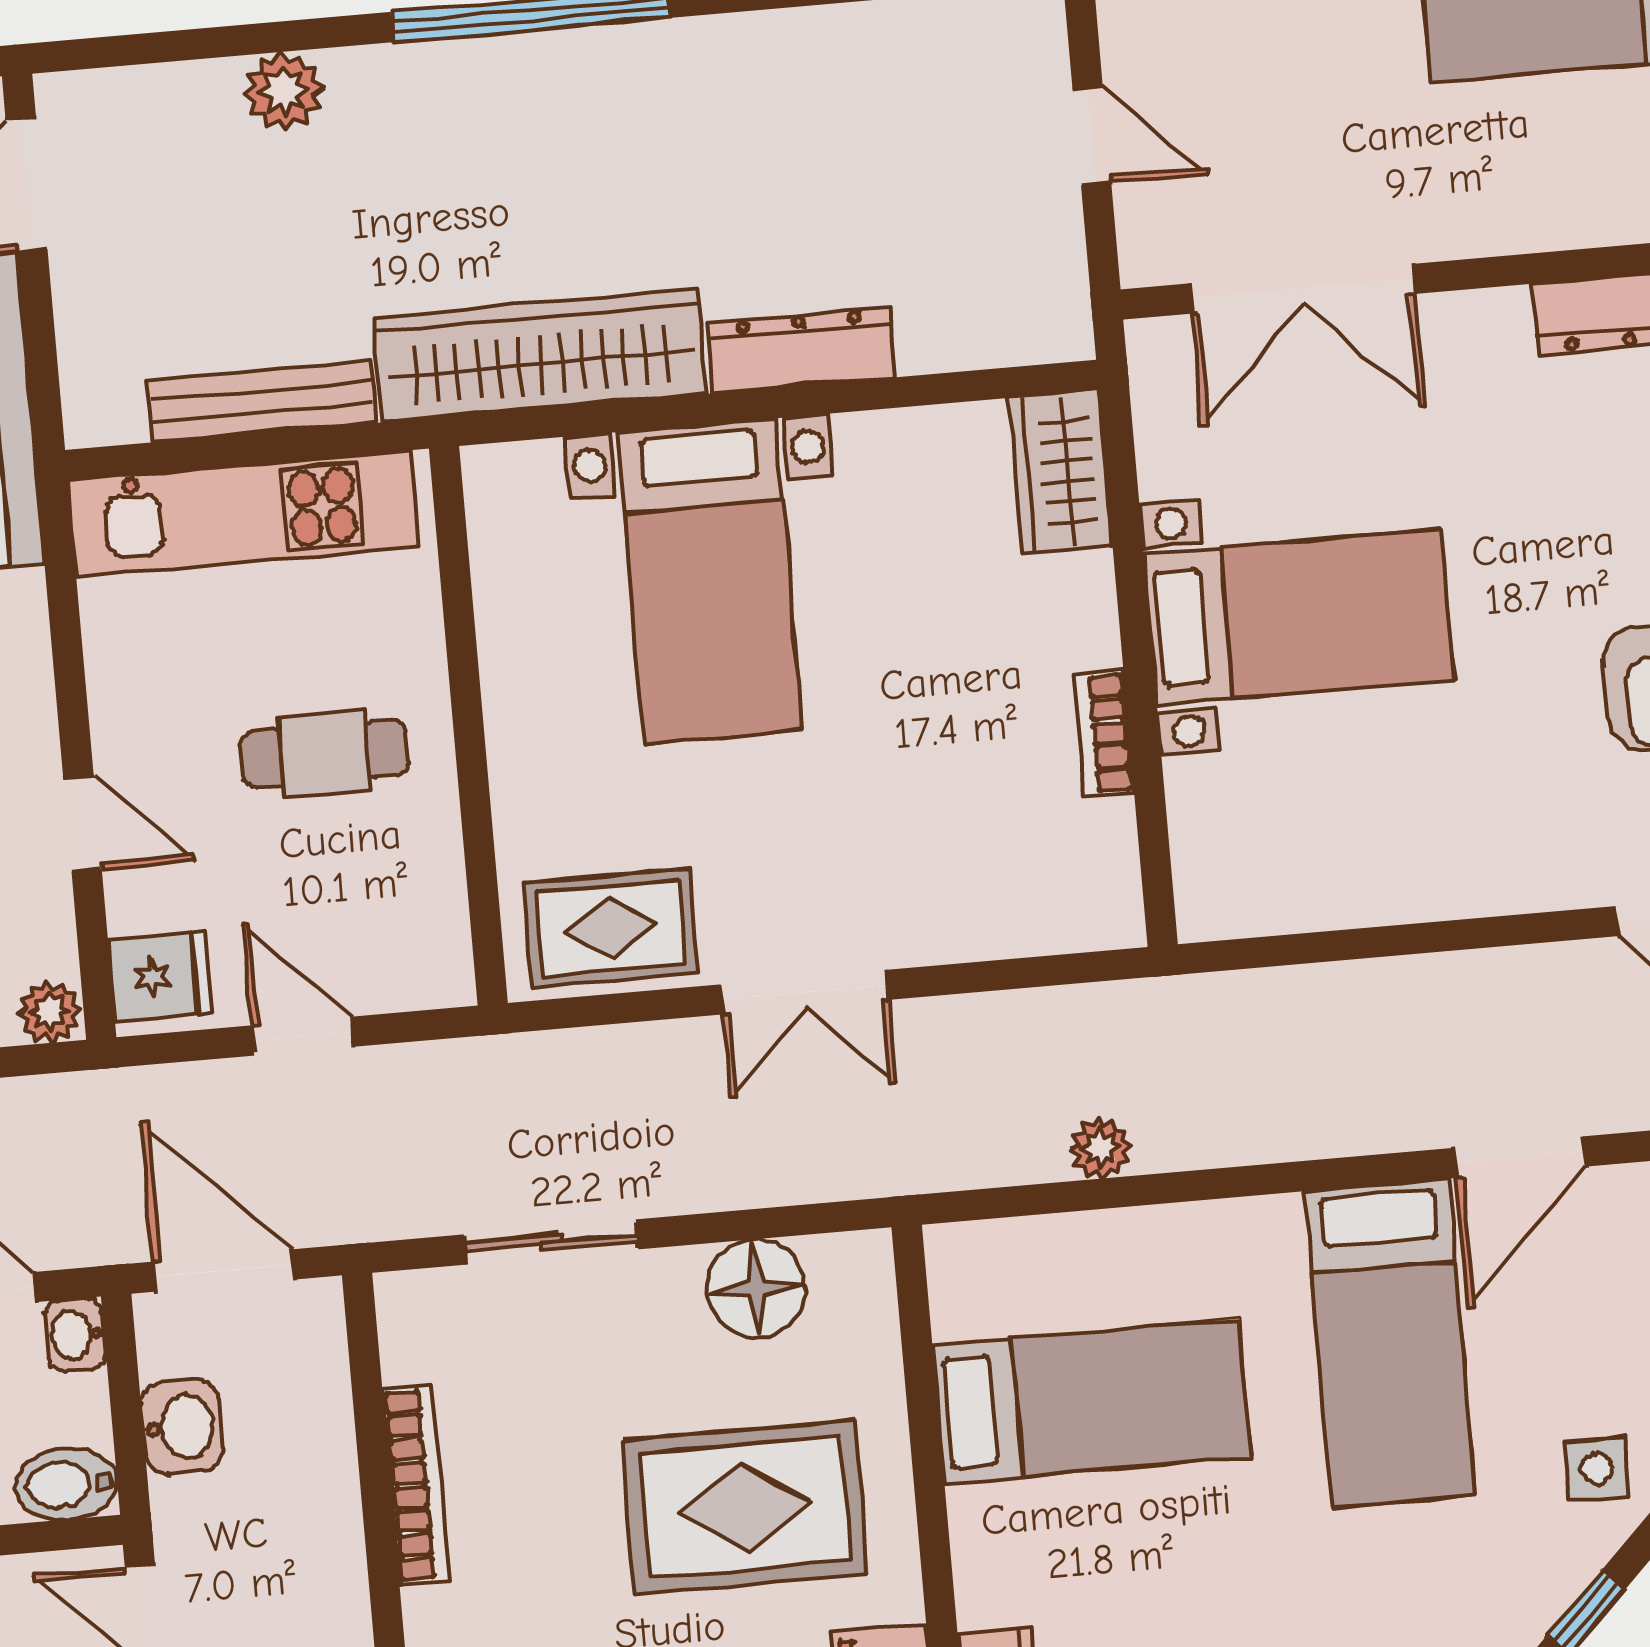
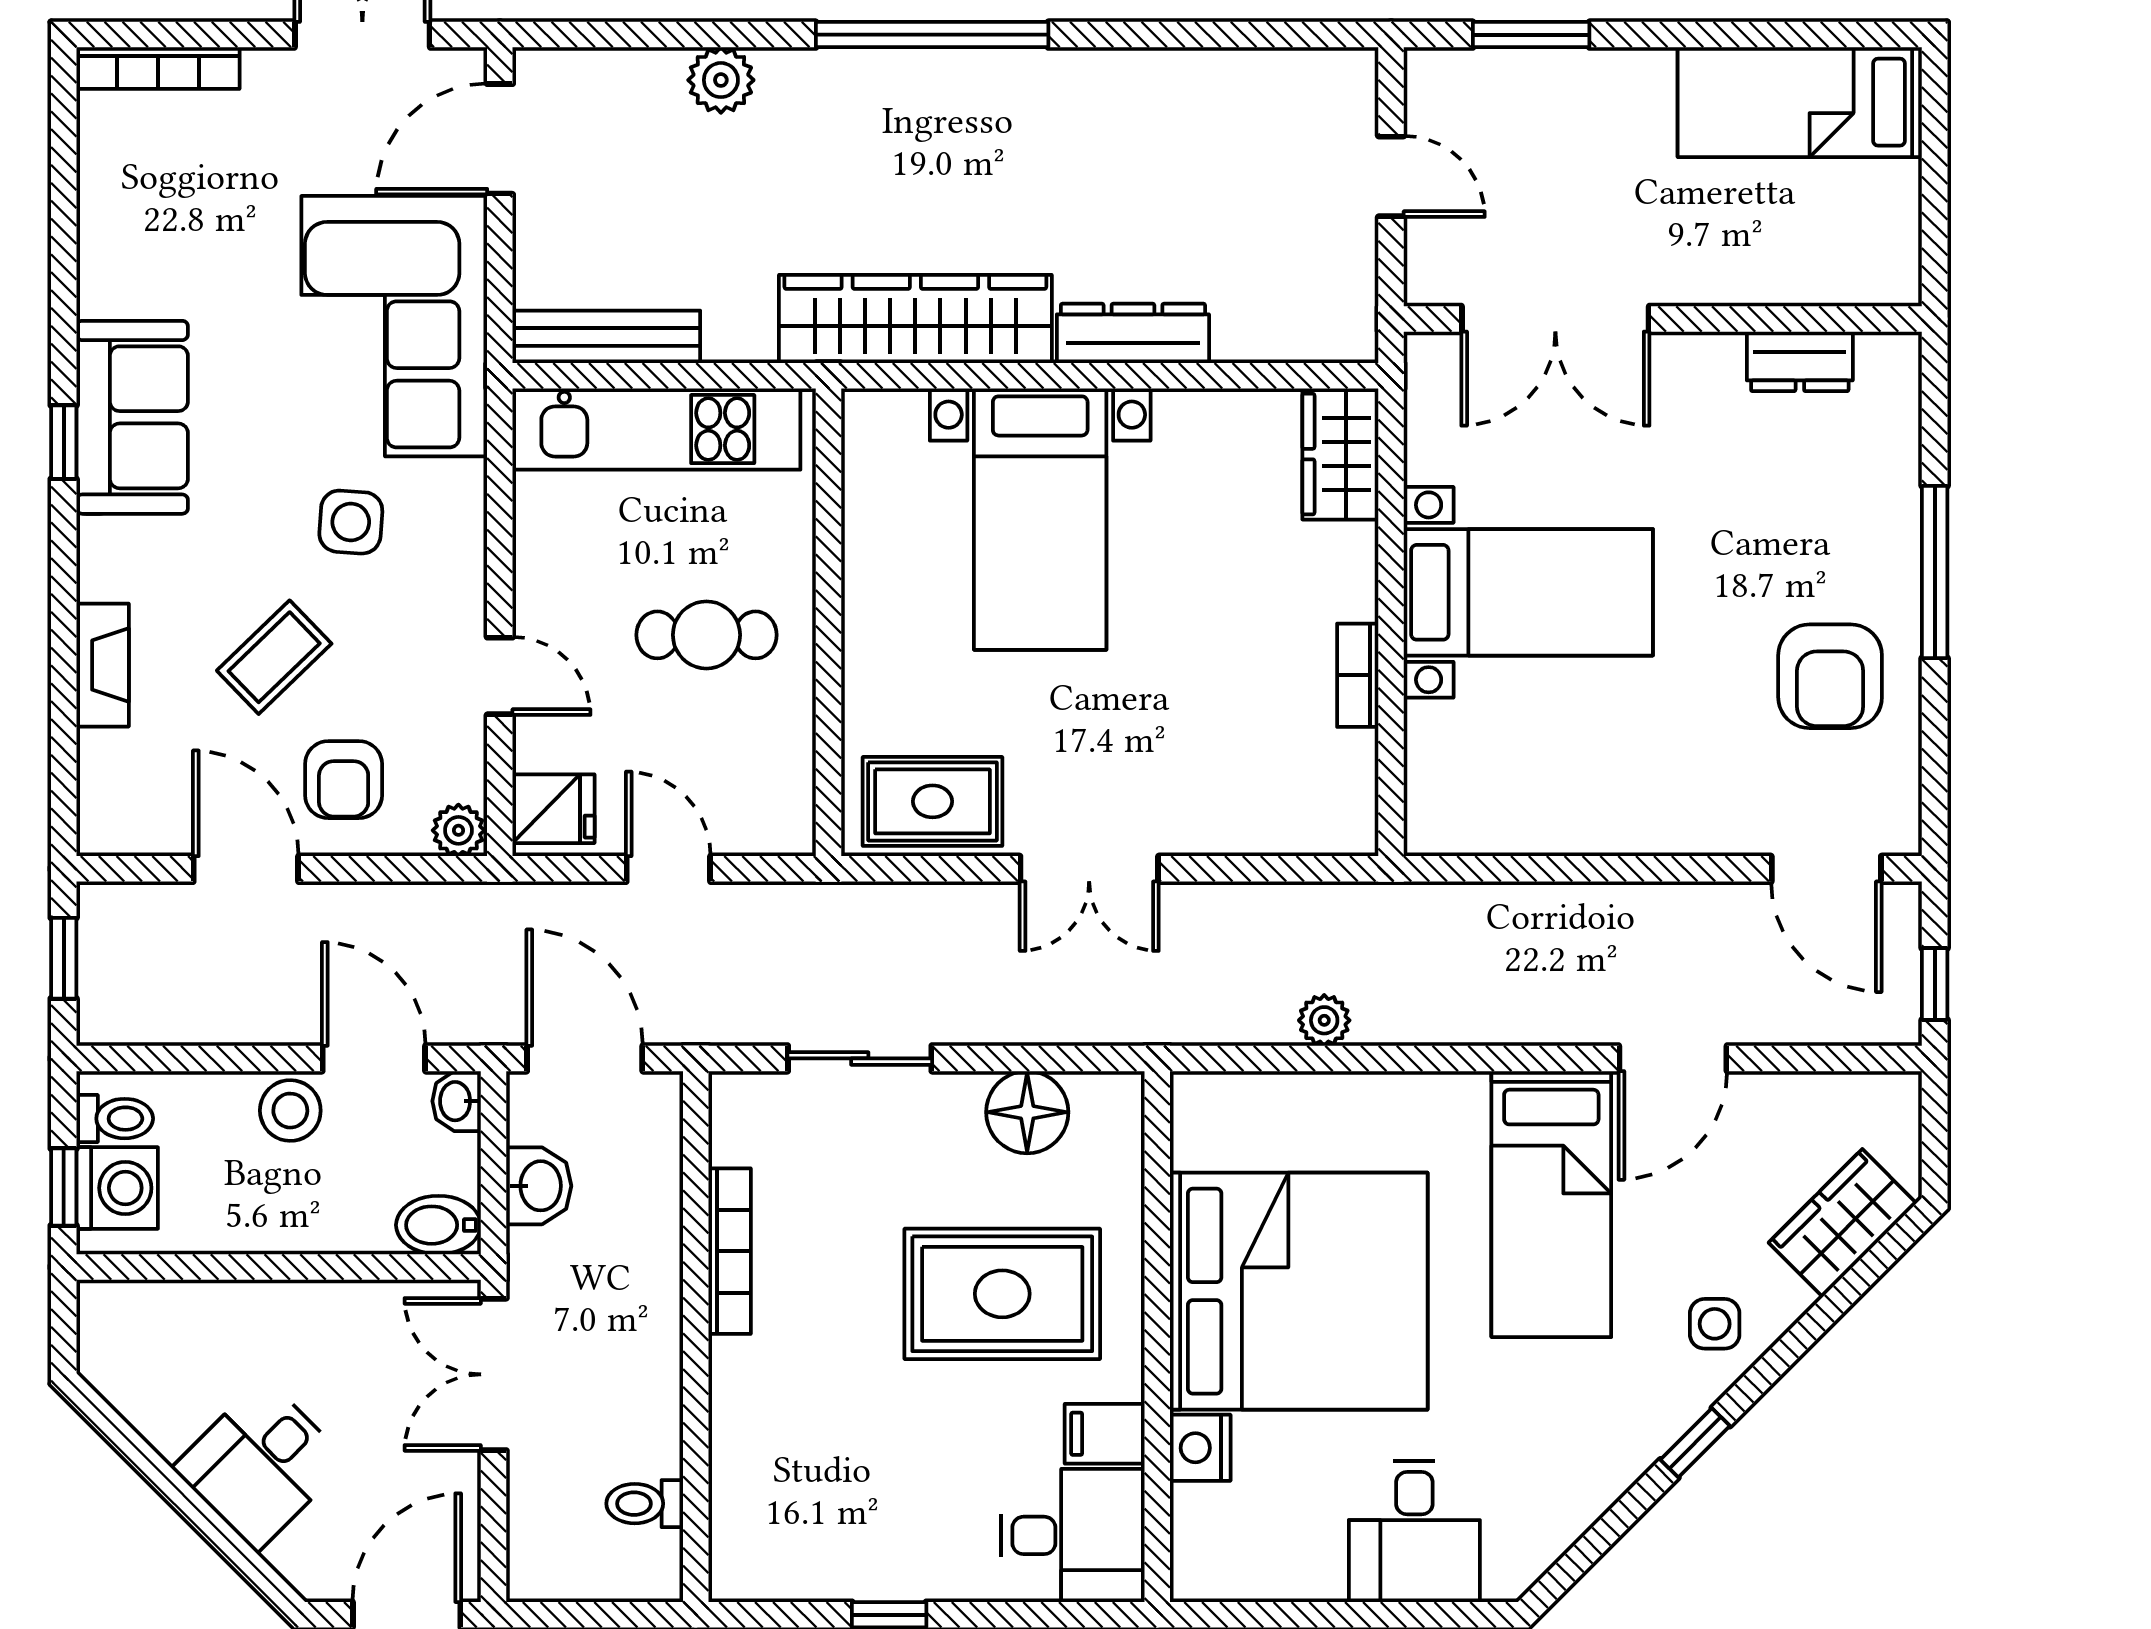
bench: (262, 401) -> (606, 337), moved
bed: (1092, 1401) -> (1299, 1291), width x2.04

